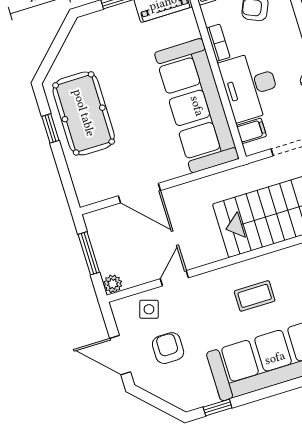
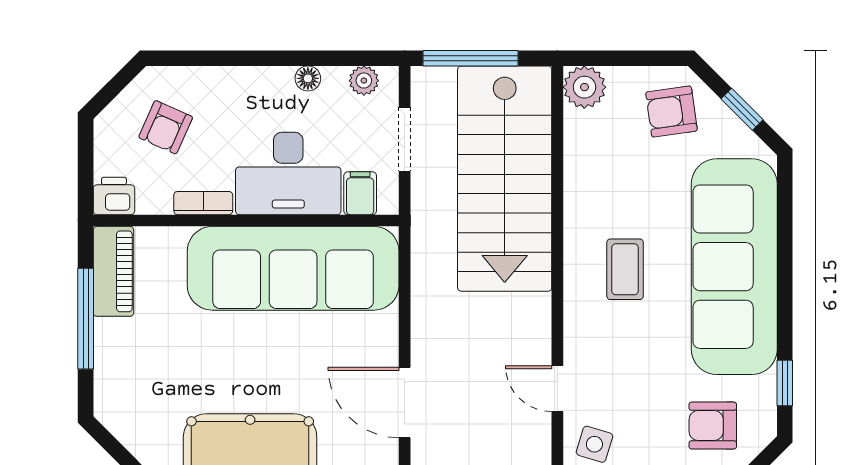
door: (139, 193) -> (405, 403), swing flipped
armchair: (168, 348) -> (713, 426), moved

